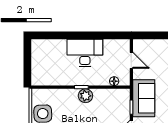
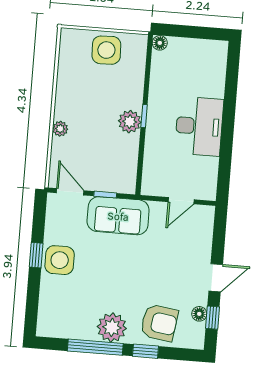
floor lamp: (114, 81) -> (160, 43), moved

